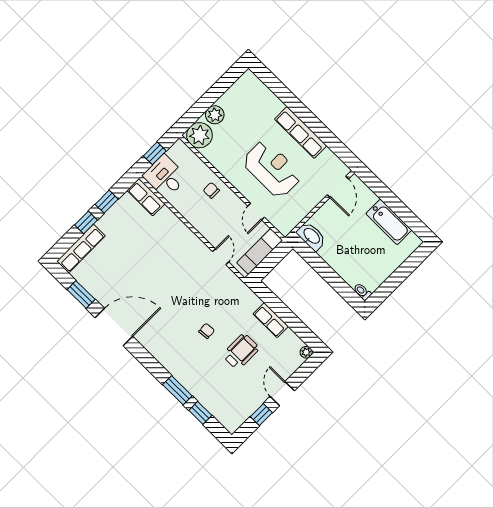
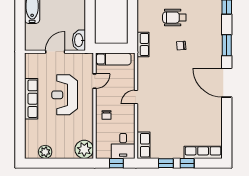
plant: (215, 115) -> (45, 152), moved
door: (338, 187) -> (55, 52), moved
door: (221, 257) -> (136, 97), moved
window: (81, 295) -> (227, 129), removed
row of seats: (271, 320) -> (143, 45), moved
door: (114, 327) -> (227, 83), moved
window: (177, 390) -> (227, 45), moved

